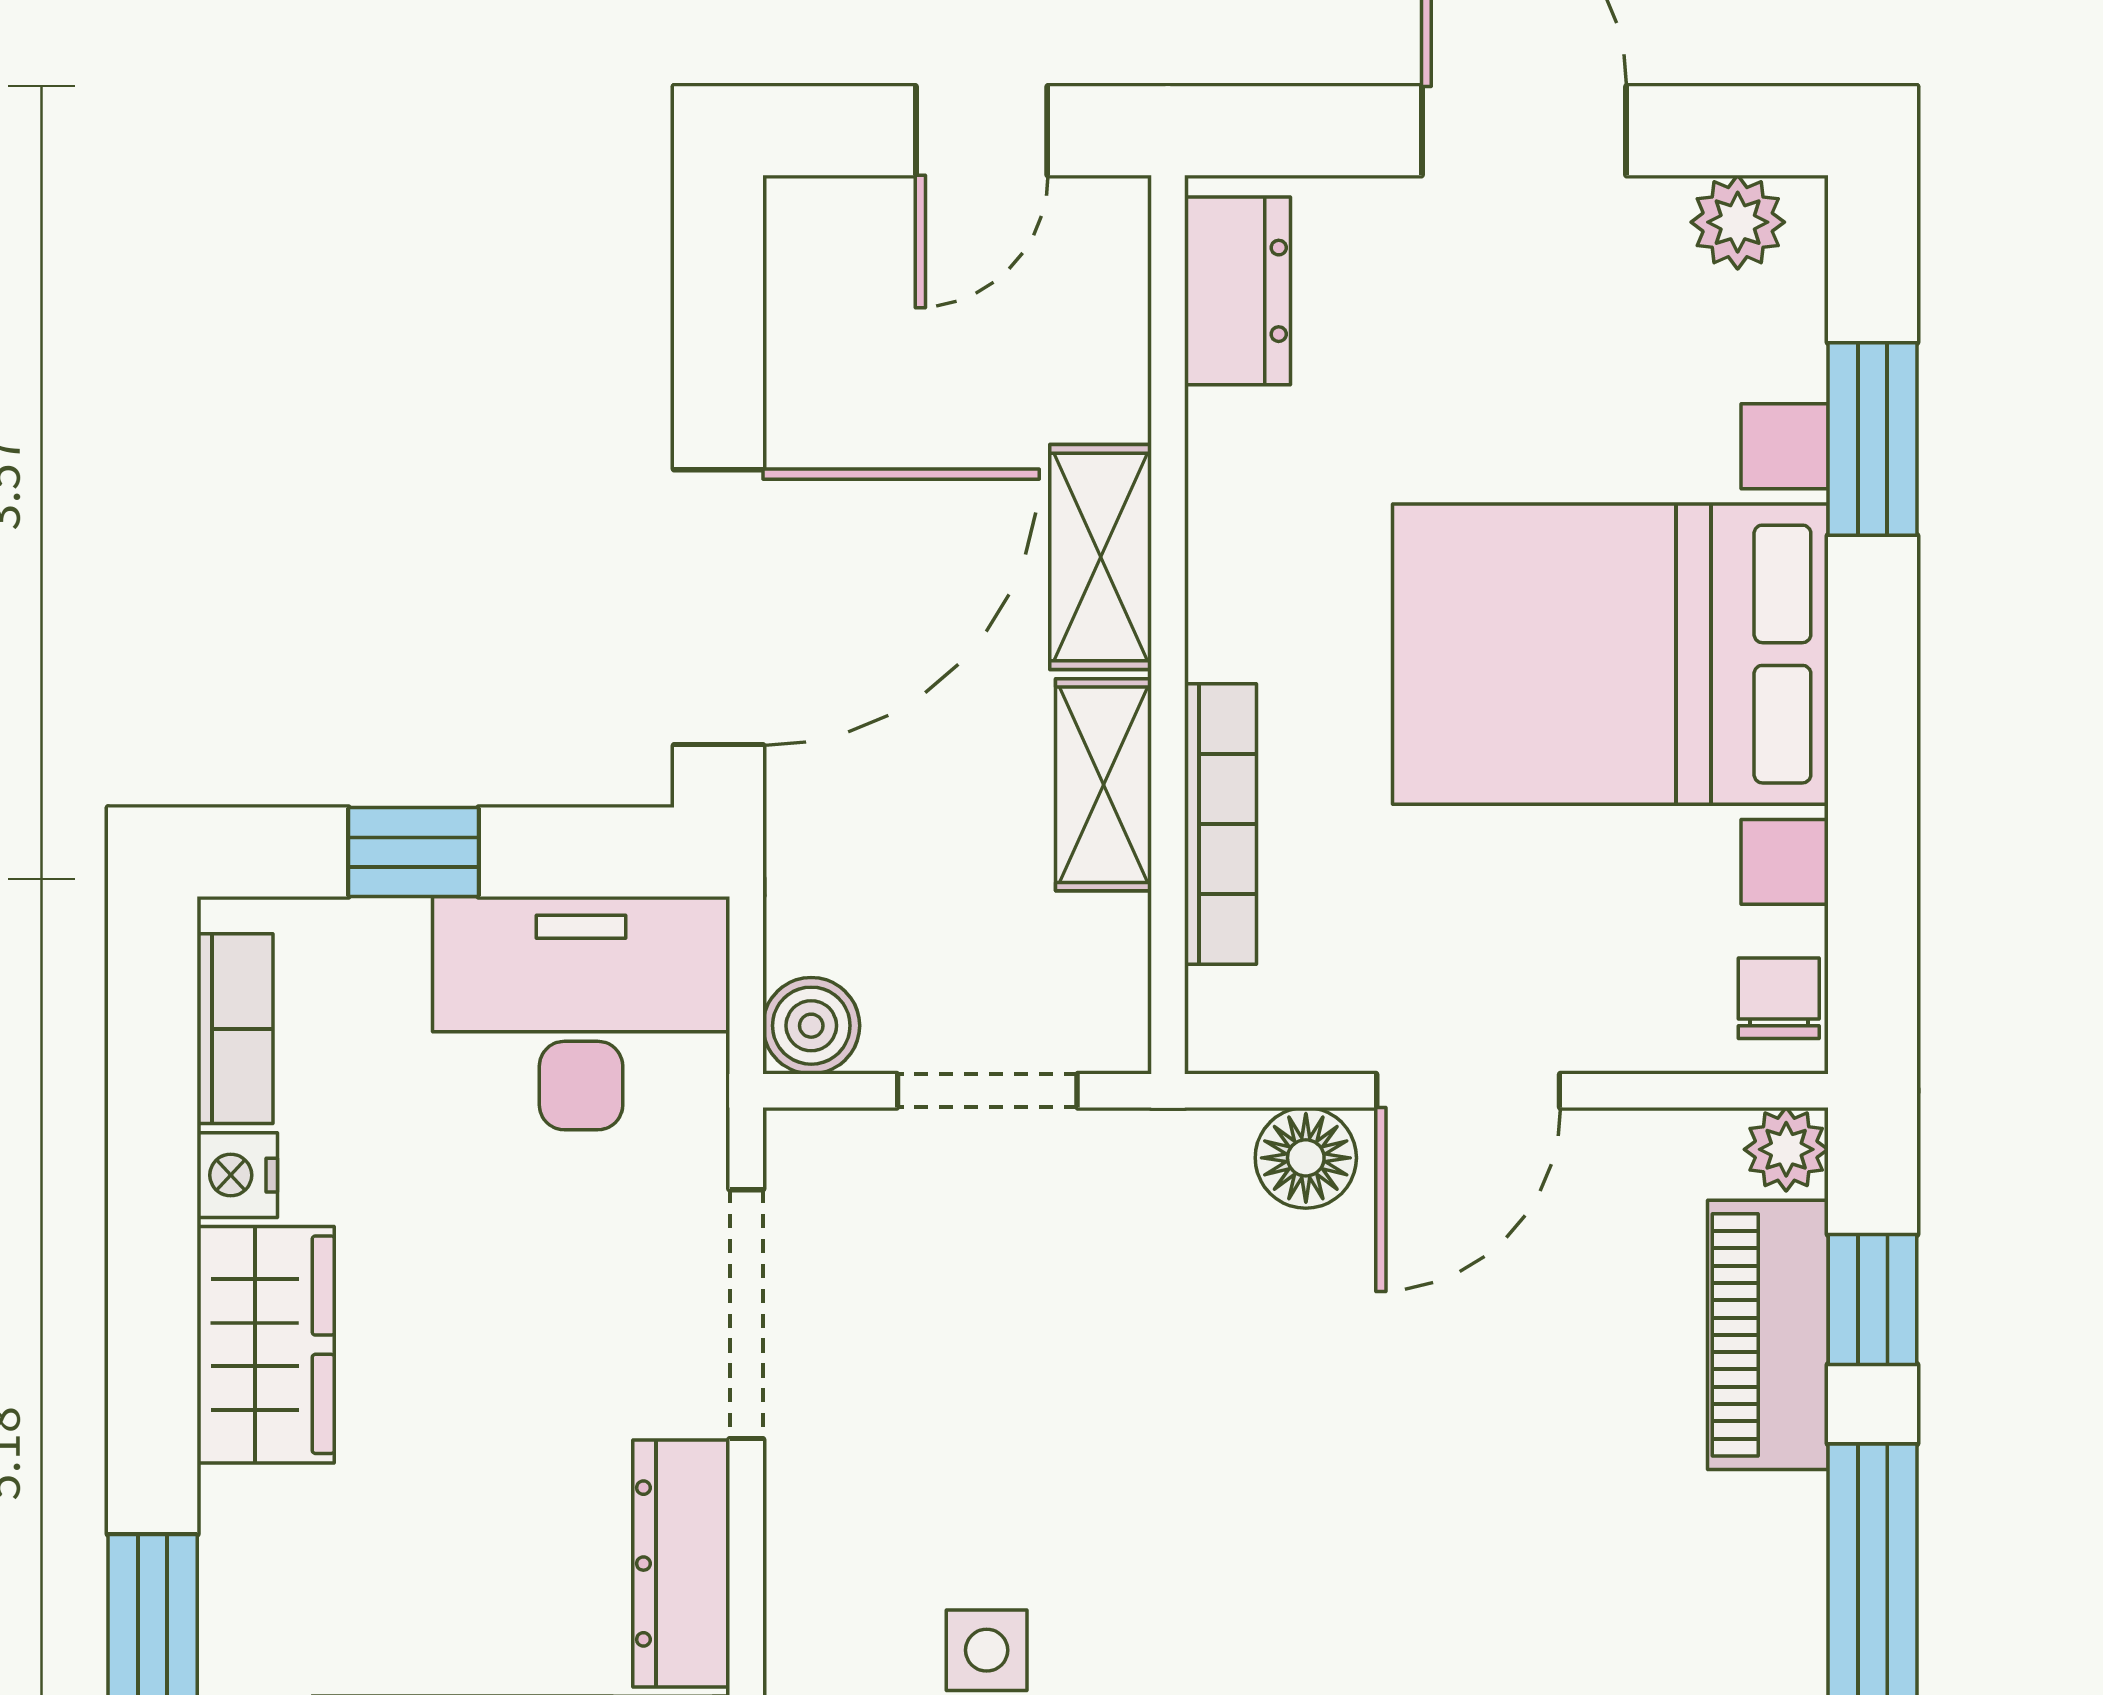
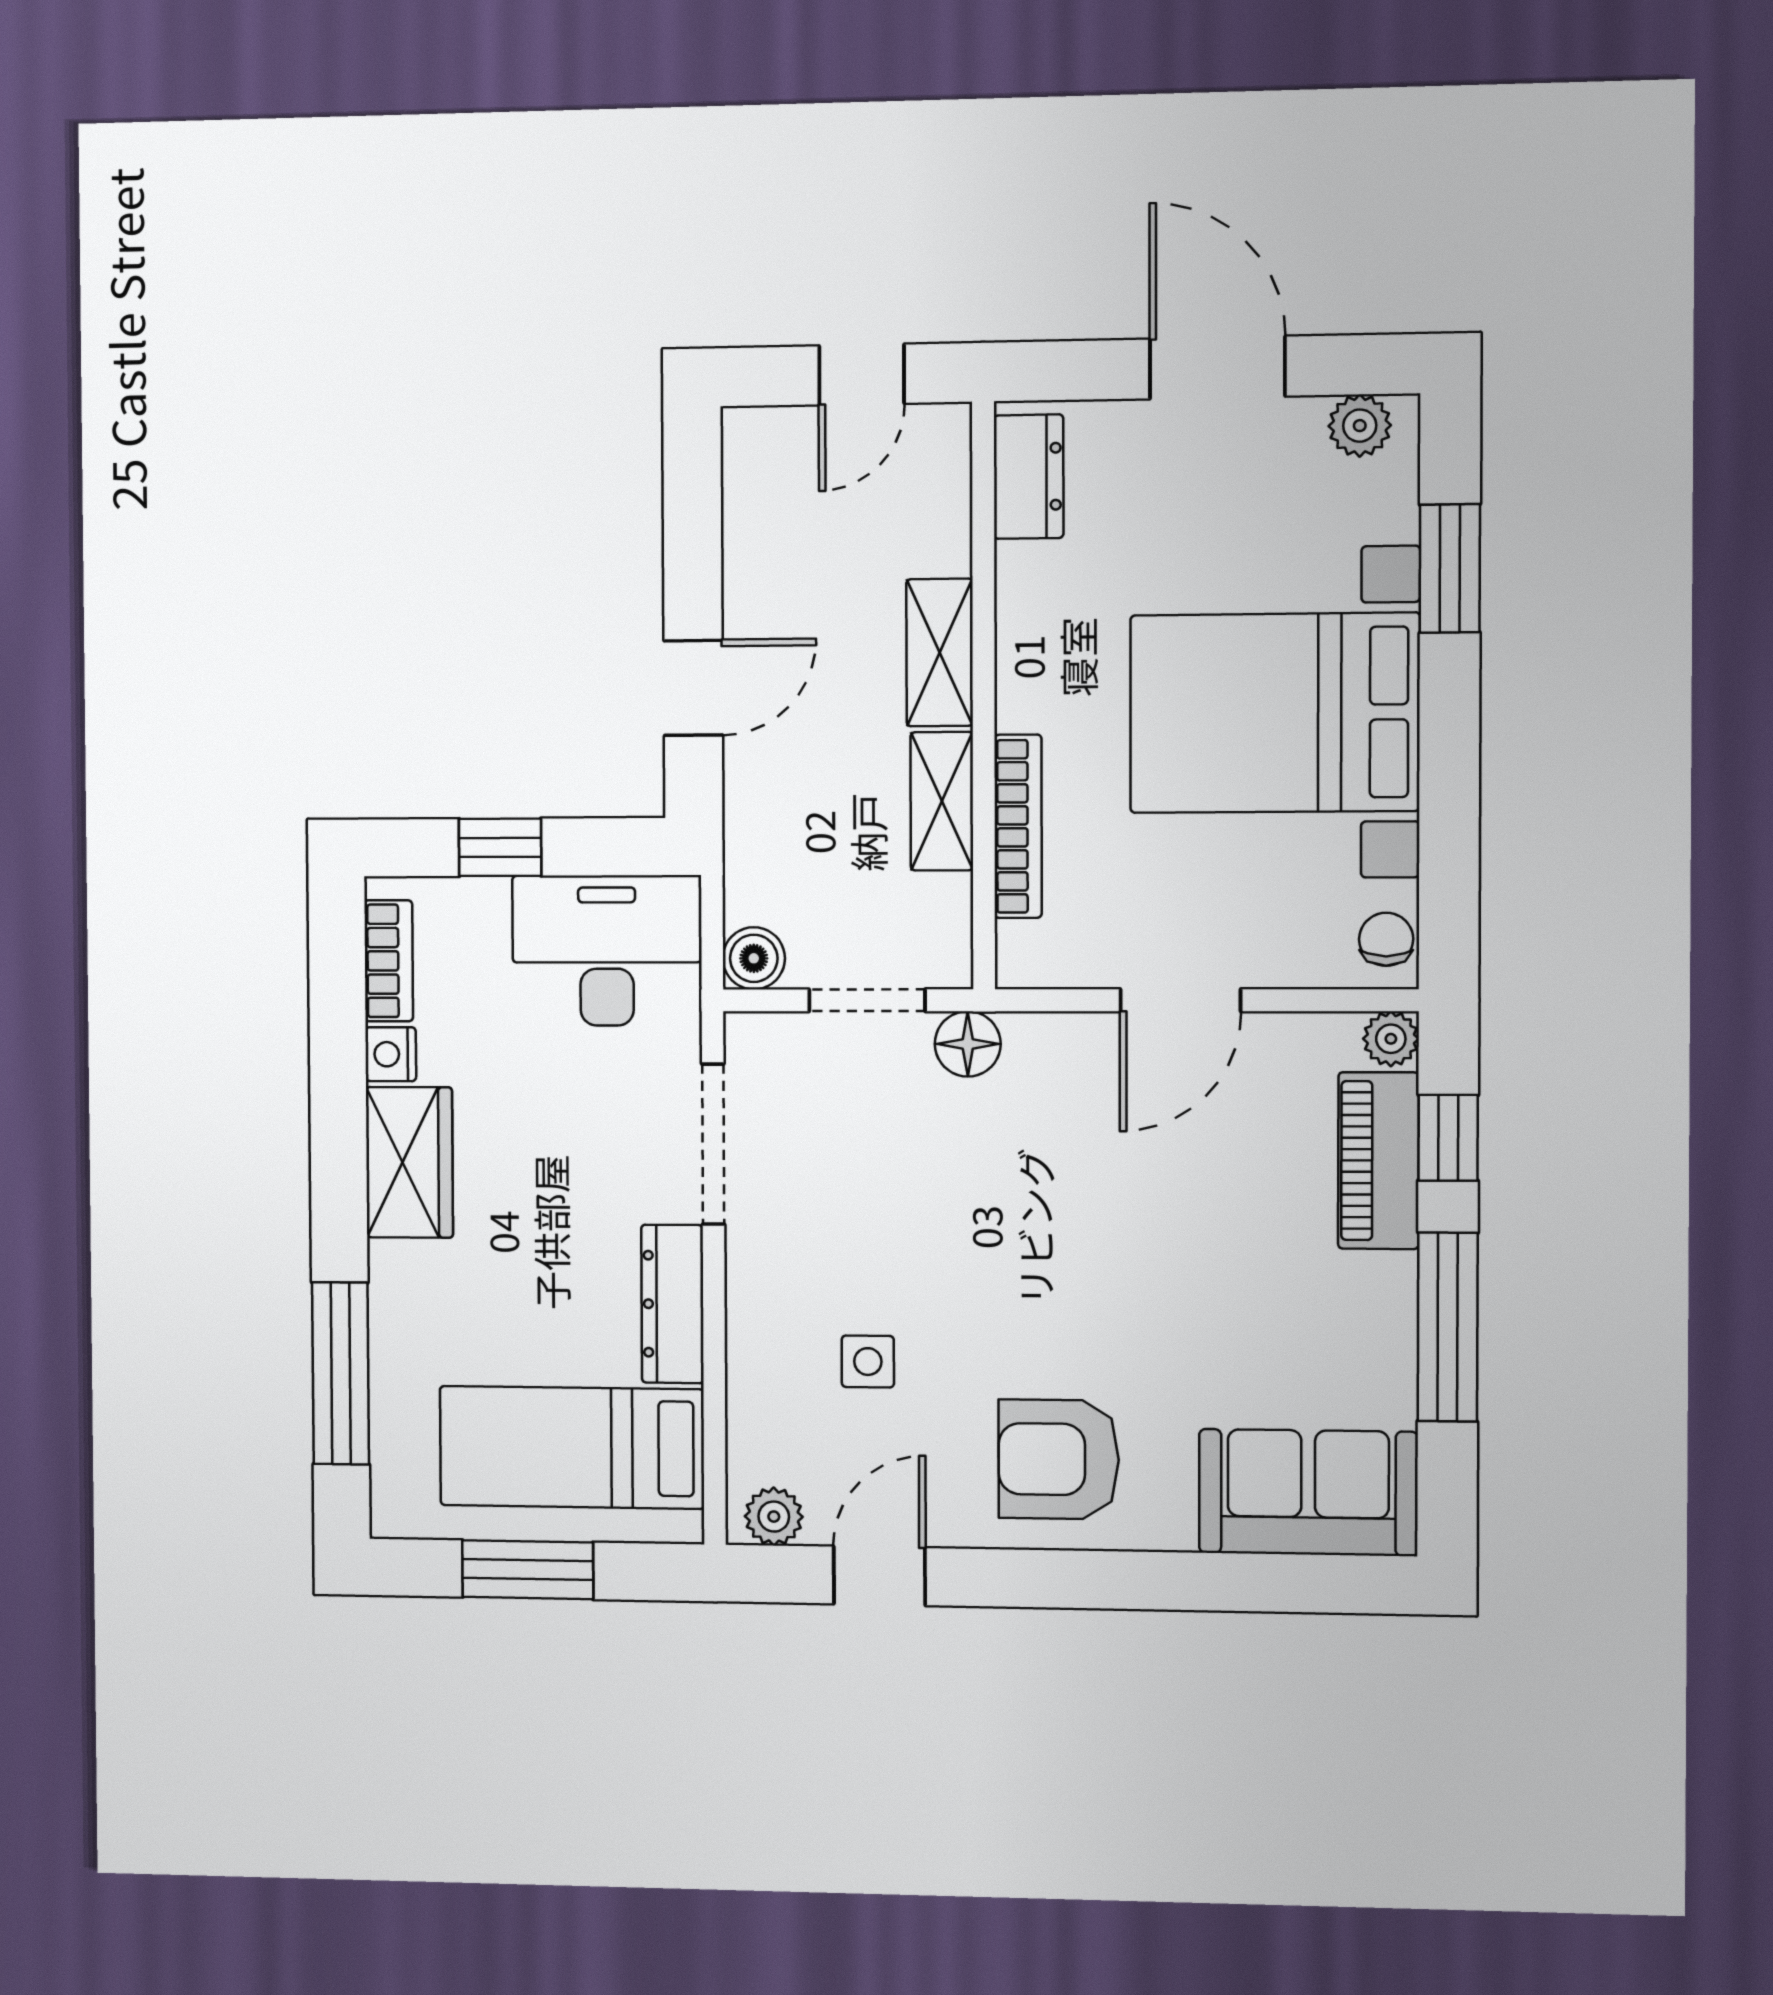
door: (719, 607) -> (693, 688), width x0.53
floor lamp: (1306, 1158) -> (968, 1044), moved

